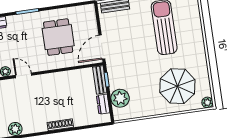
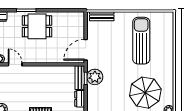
dining table: (58, 37) -> (37, 26), moved, turned 90
plant: (120, 98) -> (95, 77), moved

